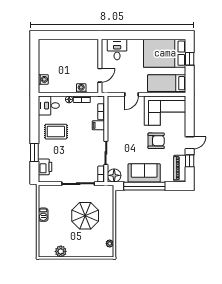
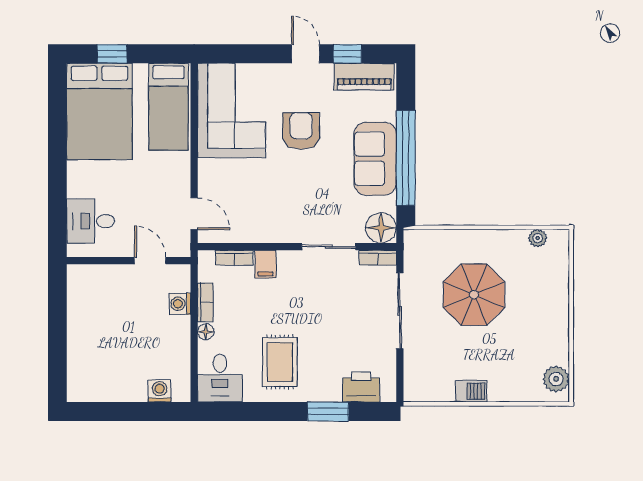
door: (131, 94) -> (194, 214), moved
plant: (61, 251) -> (556, 379), moved

